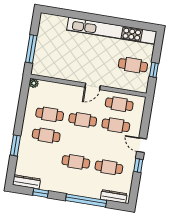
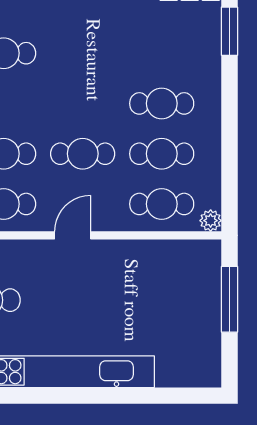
window: (15, 145) -> (229, 31), moved
cafe table: (76, 162) -> (162, 204), moved

